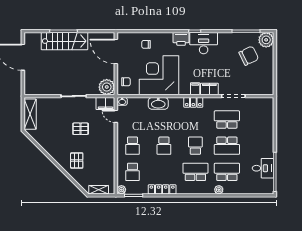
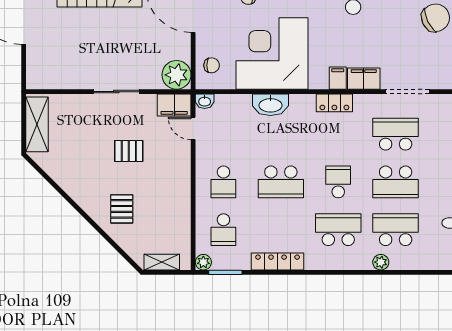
school desk: (164, 146) -> (281, 182), width x1.85

